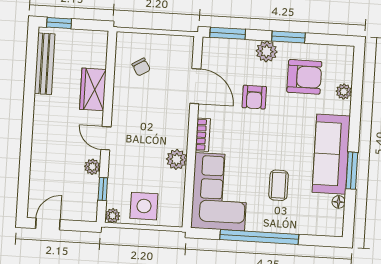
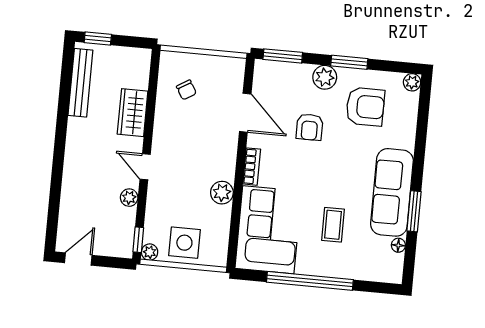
plant: (344, 92) -> (412, 82), moved
window: (103, 189) -> (138, 240), moved

